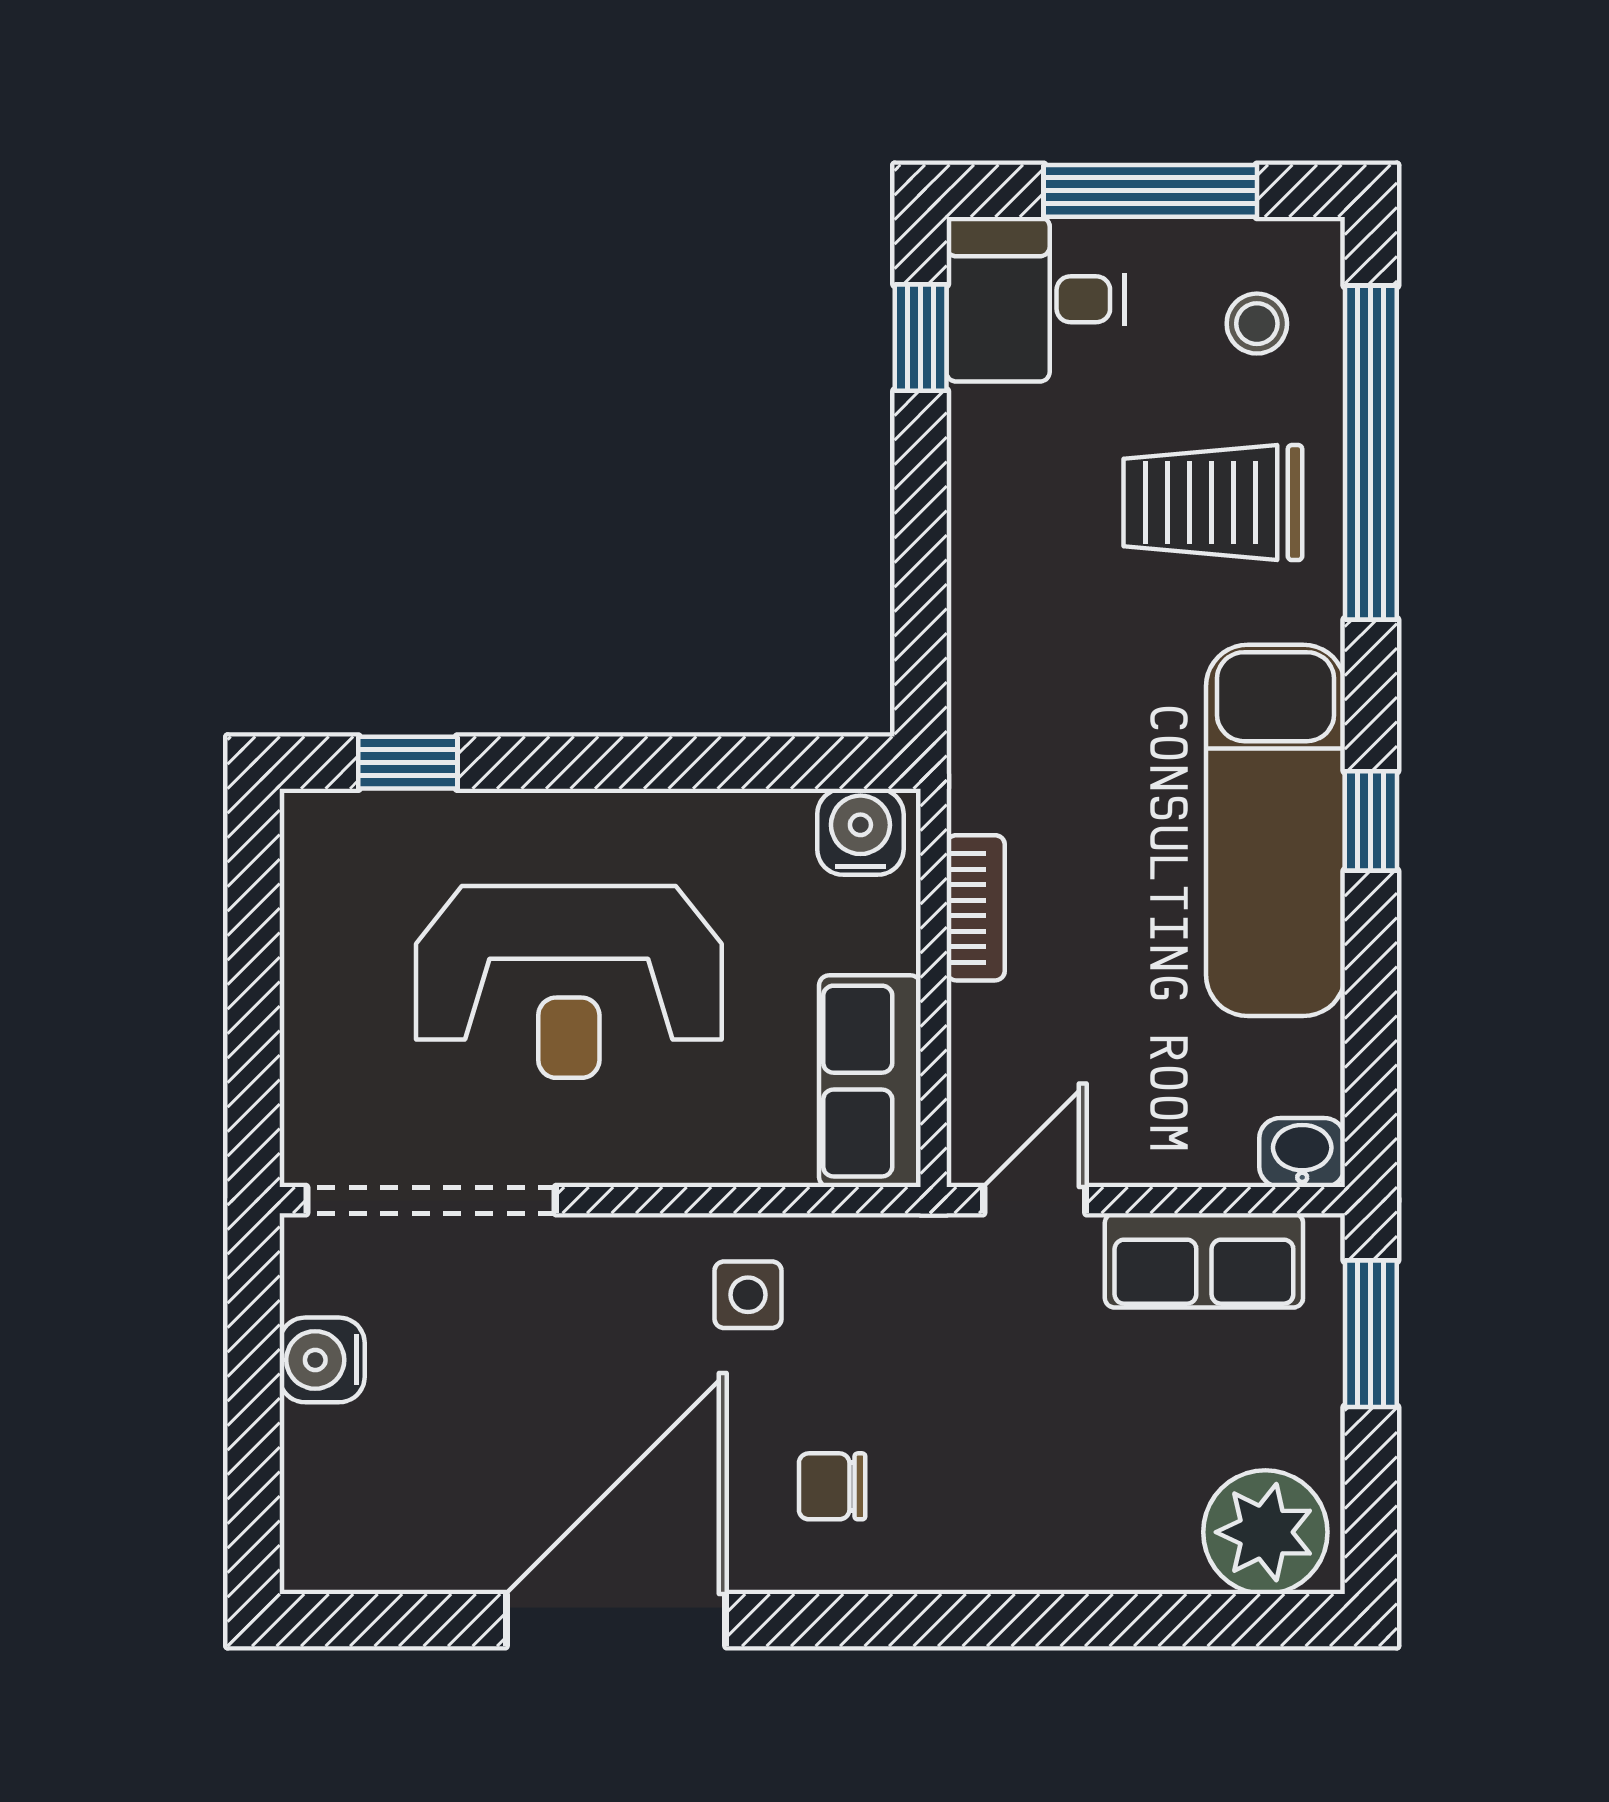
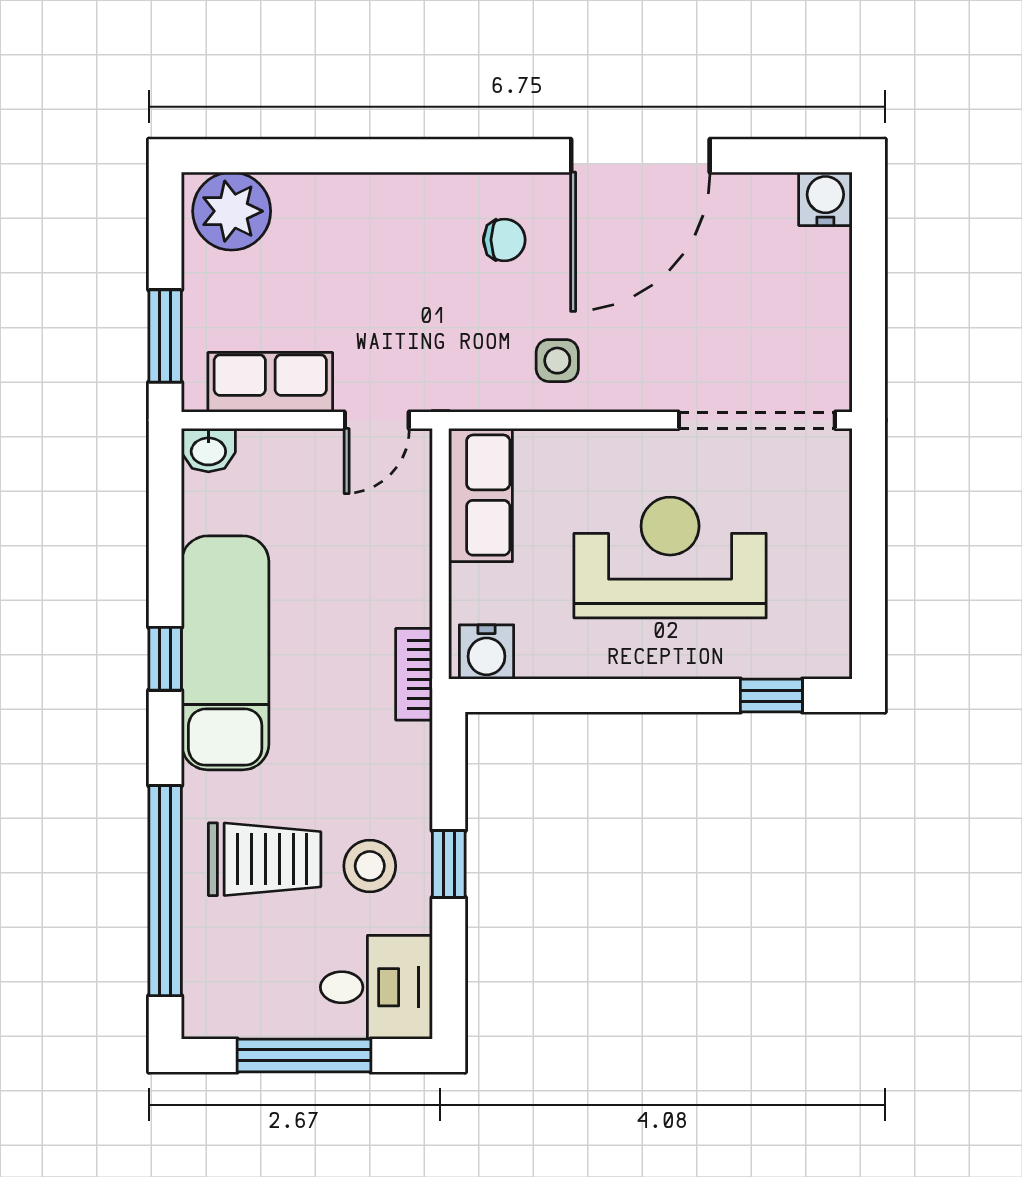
stool: (1257, 324) -> (370, 866), moved, width x1.37, depth x1.37
window: (921, 338) -> (449, 864), moved
bookcase: (976, 908) -> (414, 674), moved
water cooler: (322, 1360) -> (825, 199), moved, turned -90

